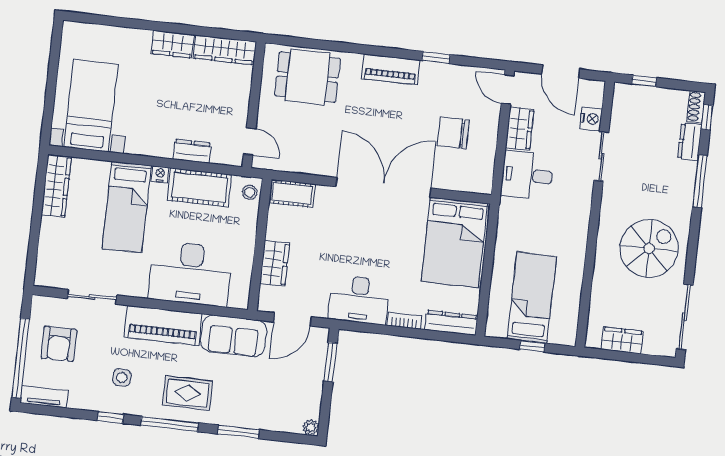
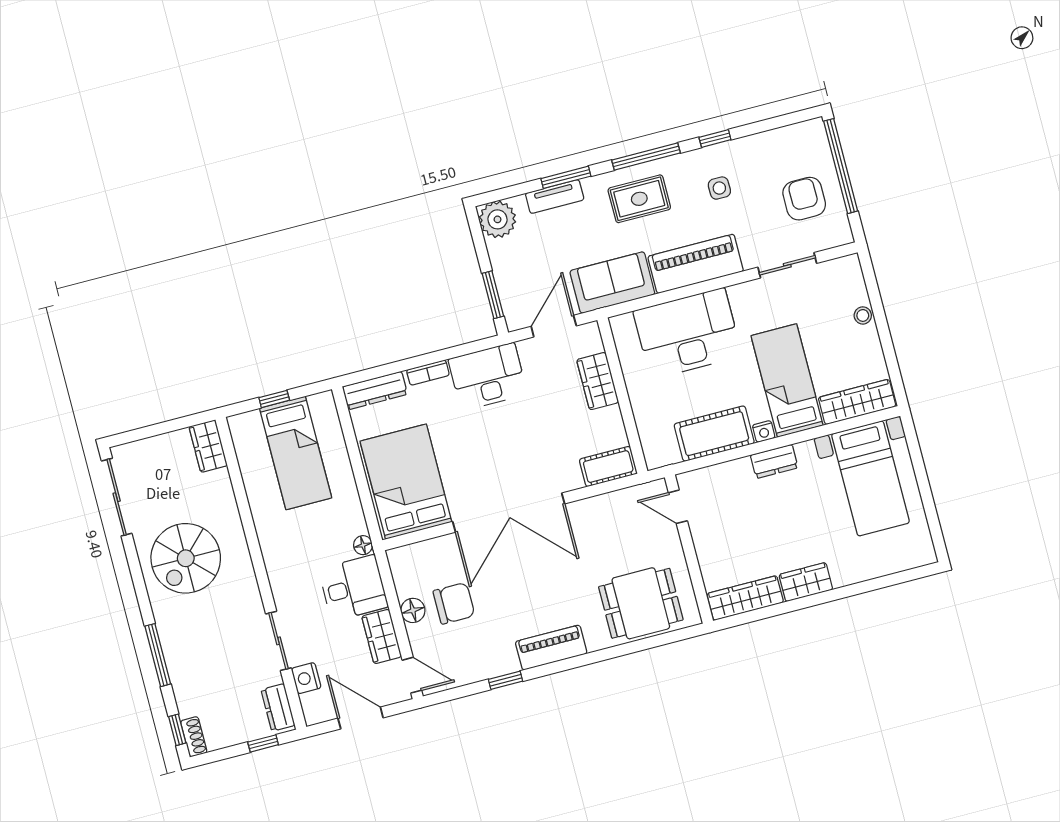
floor lamp: (487, 140) -> (413, 610), added
dresser: (690, 142) -> (278, 707), moved, turned 180
dresser: (192, 151) -> (774, 461), moved
wardrobe: (56, 186) -> (857, 402), moved, turned 90
stool: (250, 192) -> (863, 315), moved
floor lamp: (507, 206) -> (363, 545), added
wardrobe: (622, 340) -> (208, 446), moved, turned 90
tv unit: (44, 397) -> (555, 197), moved
plant: (311, 427) -> (498, 219), width x1.88, depth x1.88

